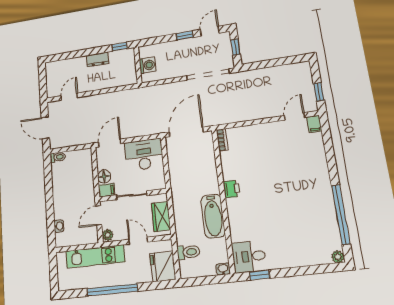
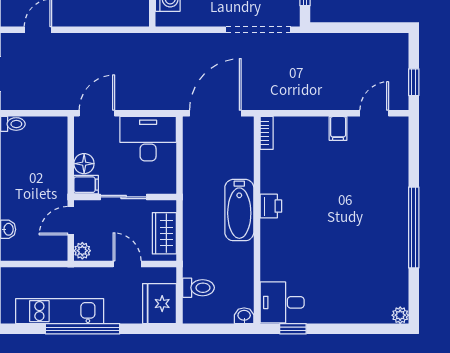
filing cabinet: (314, 124) -> (338, 128), moved
window: (341, 214) -> (414, 227), moved
bathtub: (213, 216) -> (239, 210), moved
kitchen unit: (95, 256) -> (60, 311), moved, turned 180

